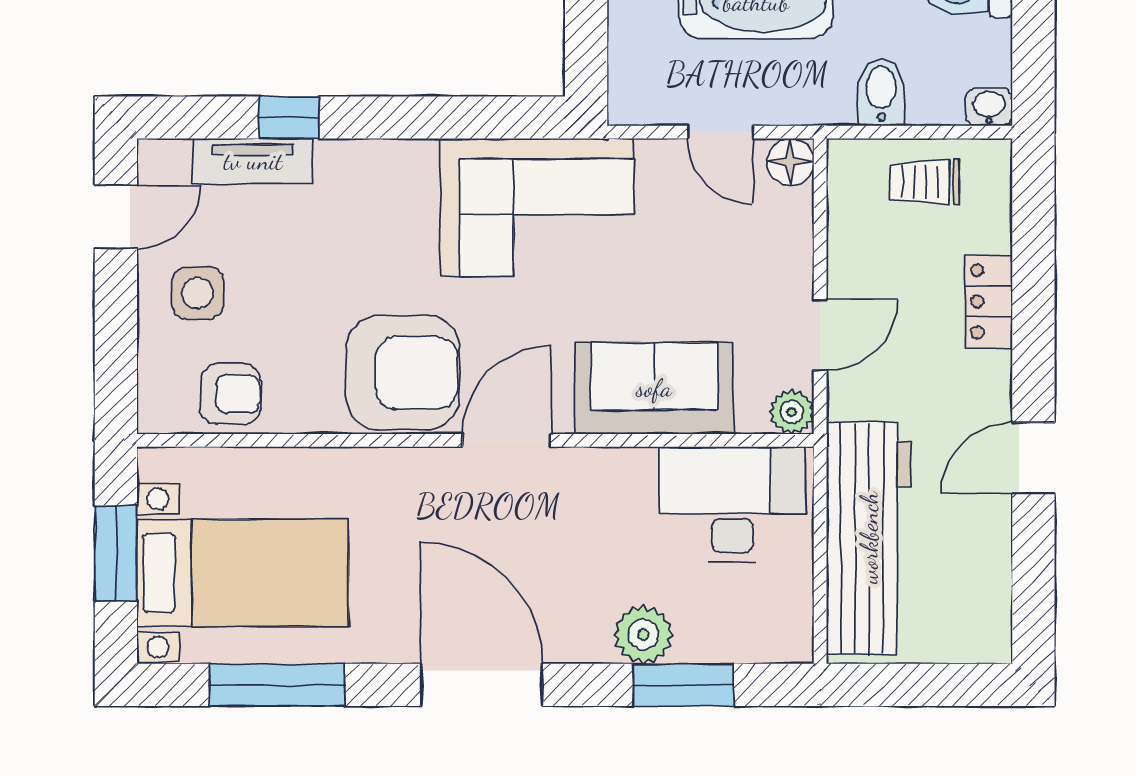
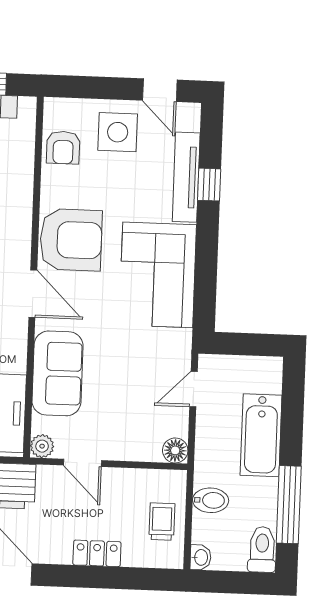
door: (720, 132) -> (194, 389), moved
tv unit: (253, 161) -> (186, 177), width x1.41
corner sofa: (537, 207) -> (158, 275), moved
side table: (198, 293) -> (118, 132), width x1.37, depth x1.37
armchair: (403, 373) -> (71, 240), turned -90

